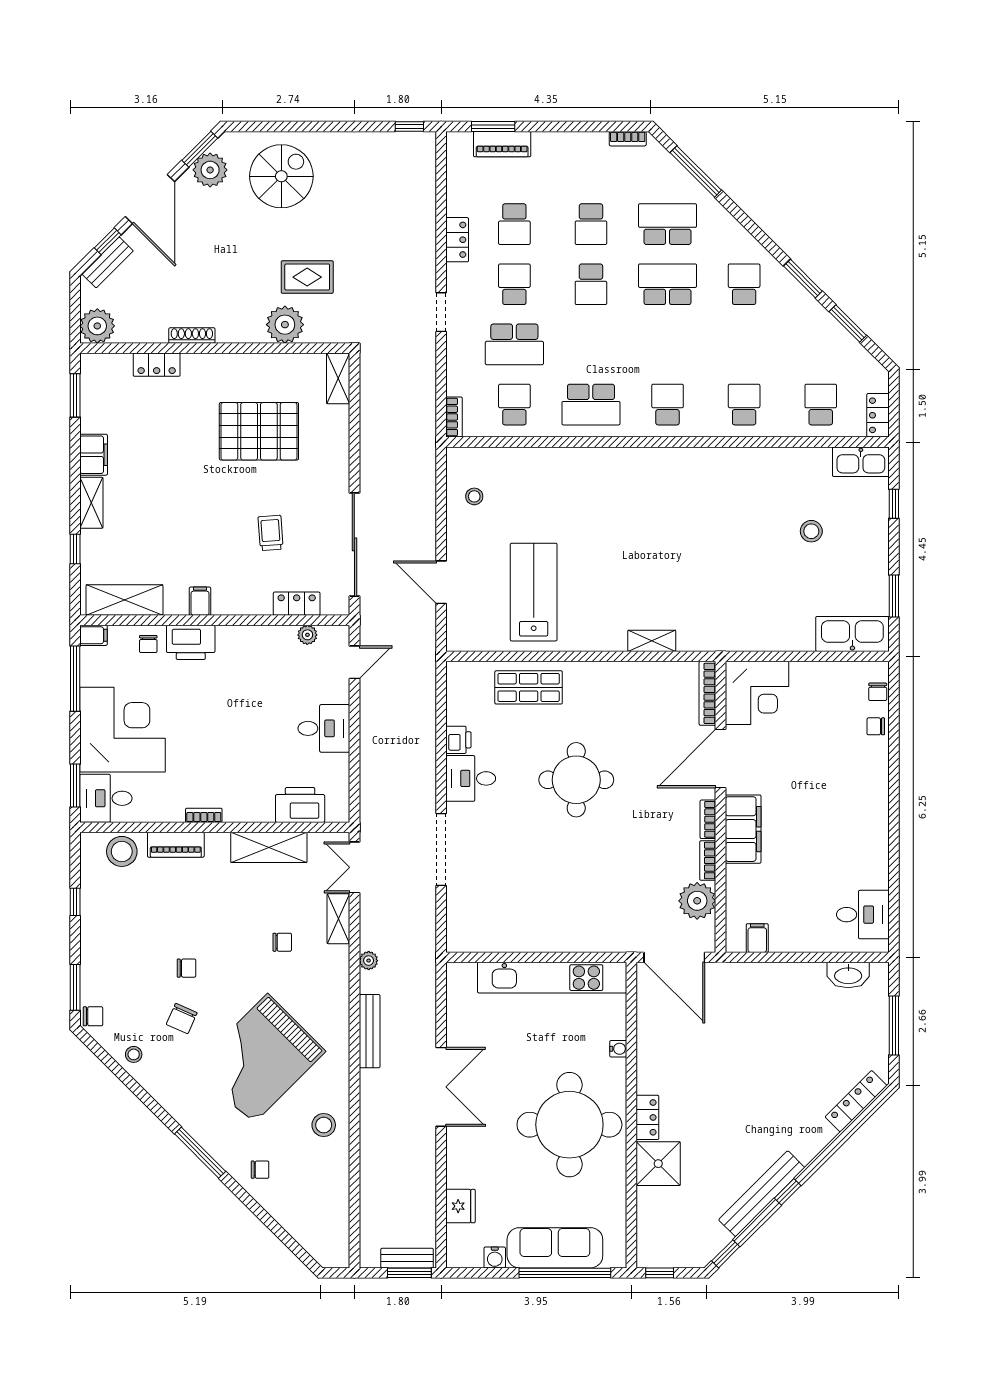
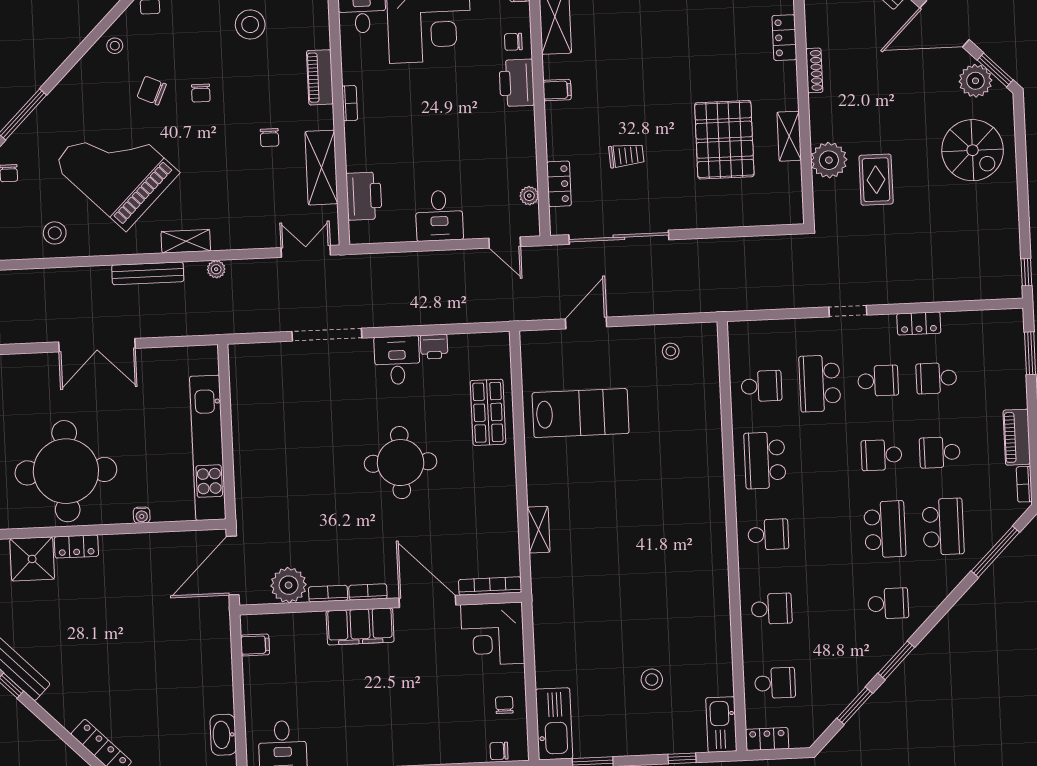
piano: (502, 144) -> (1017, 437), moved
shelving: (338, 378) -> (789, 136), moved, turned 90
bookcase: (454, 417) -> (747, 328), removed
chair: (876, 726) -> (504, 705), moved
stool: (122, 851) -> (250, 25), moved
shelving: (338, 919) -> (186, 241), moved
chair: (282, 942) -> (270, 138), moved

